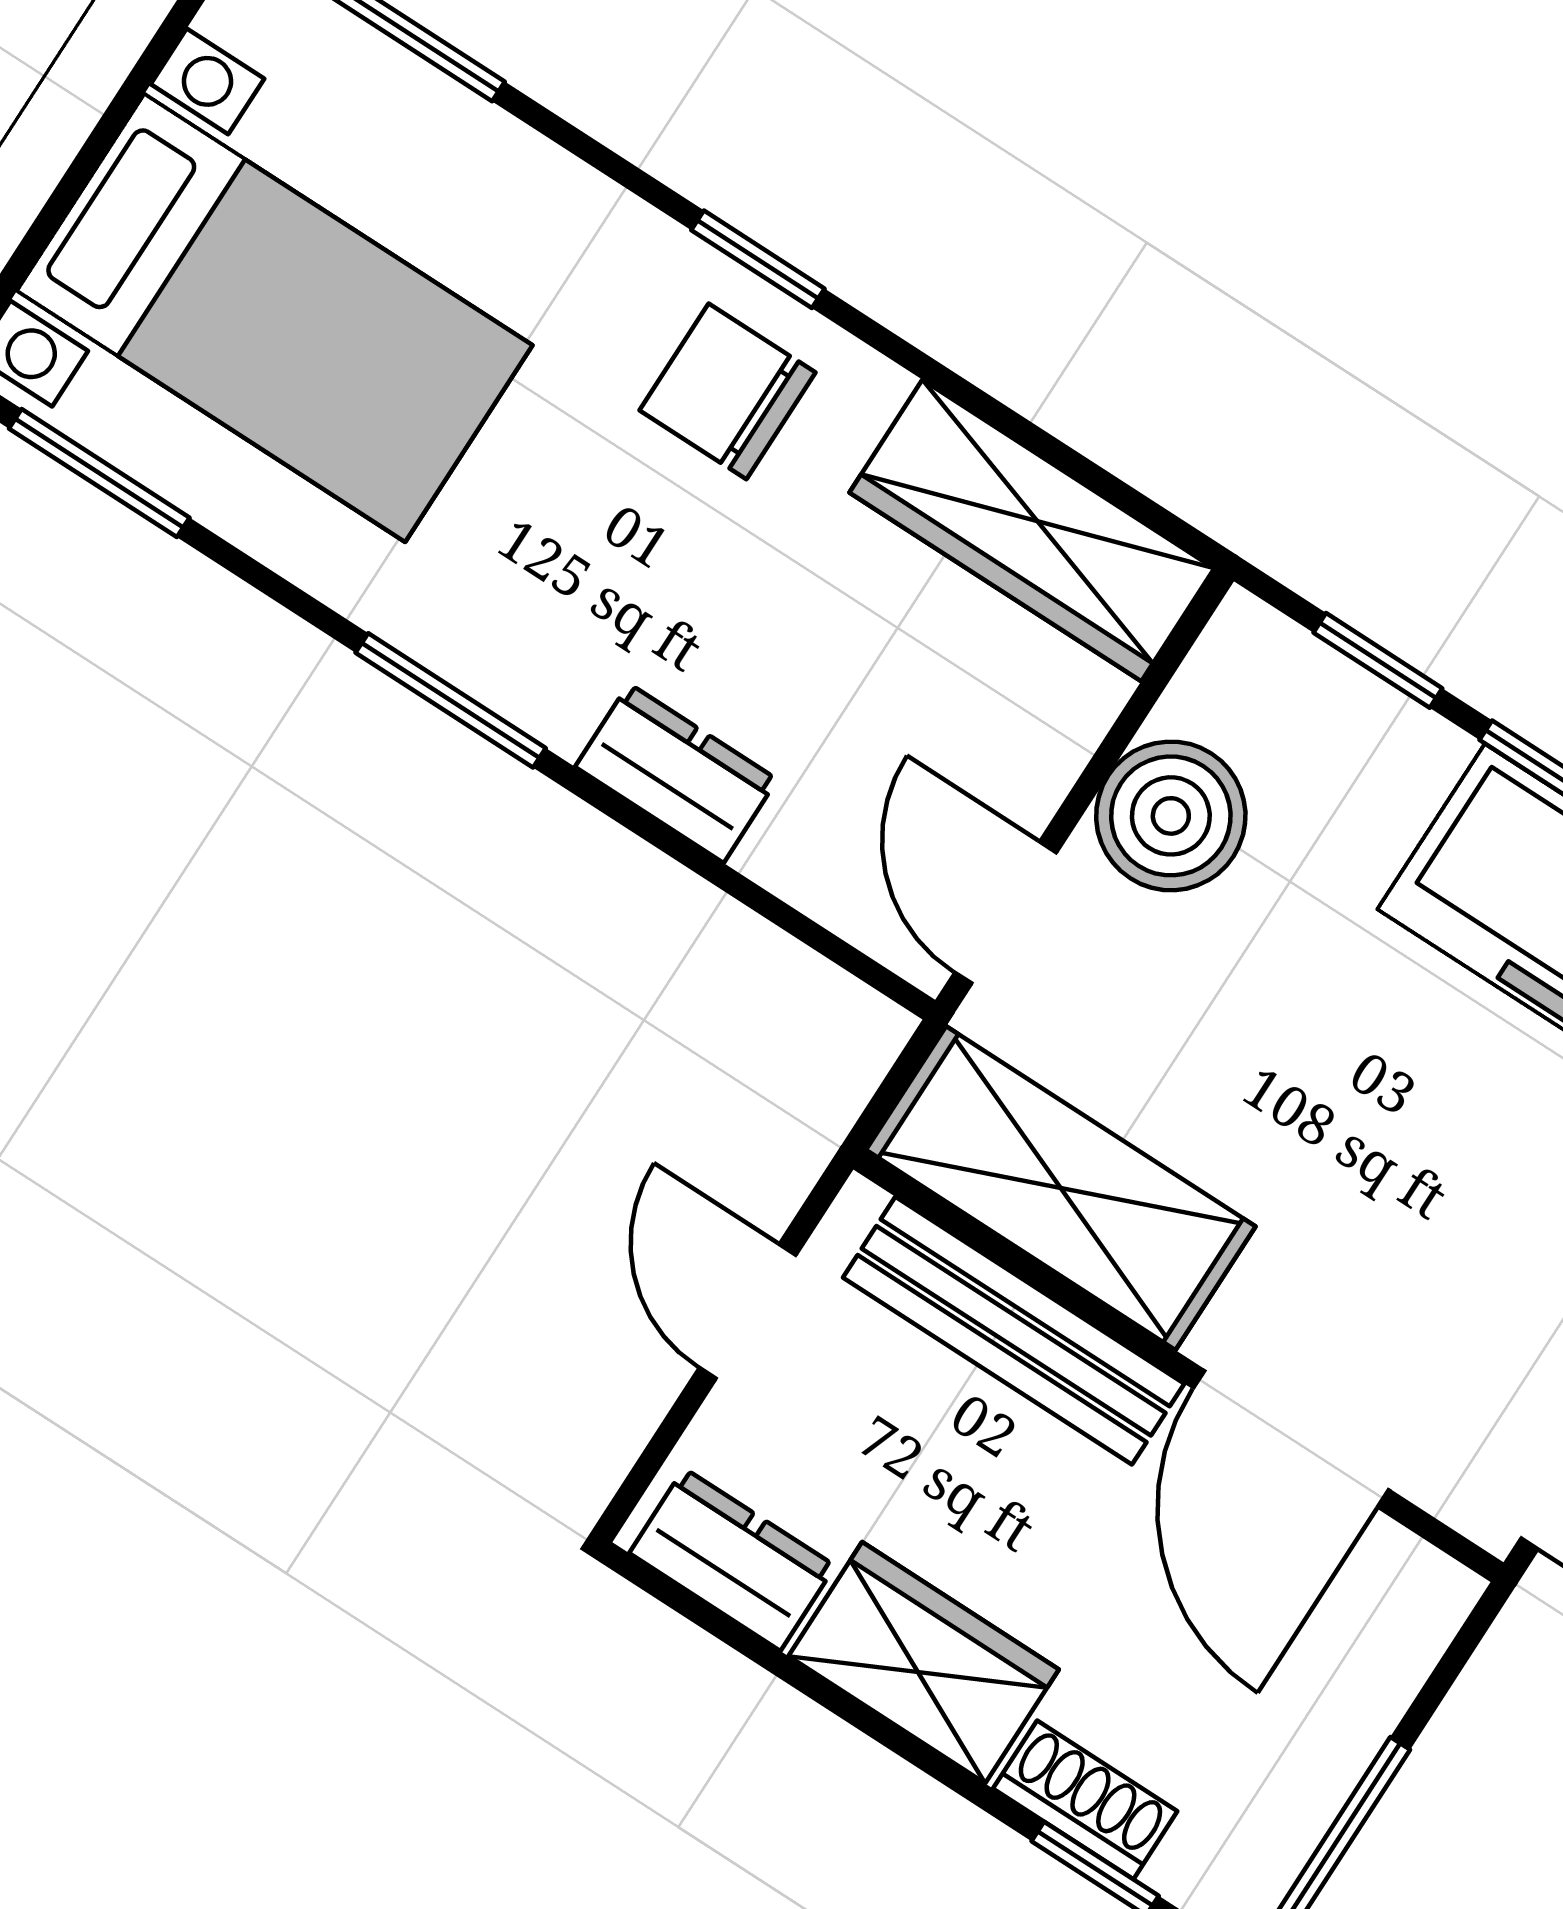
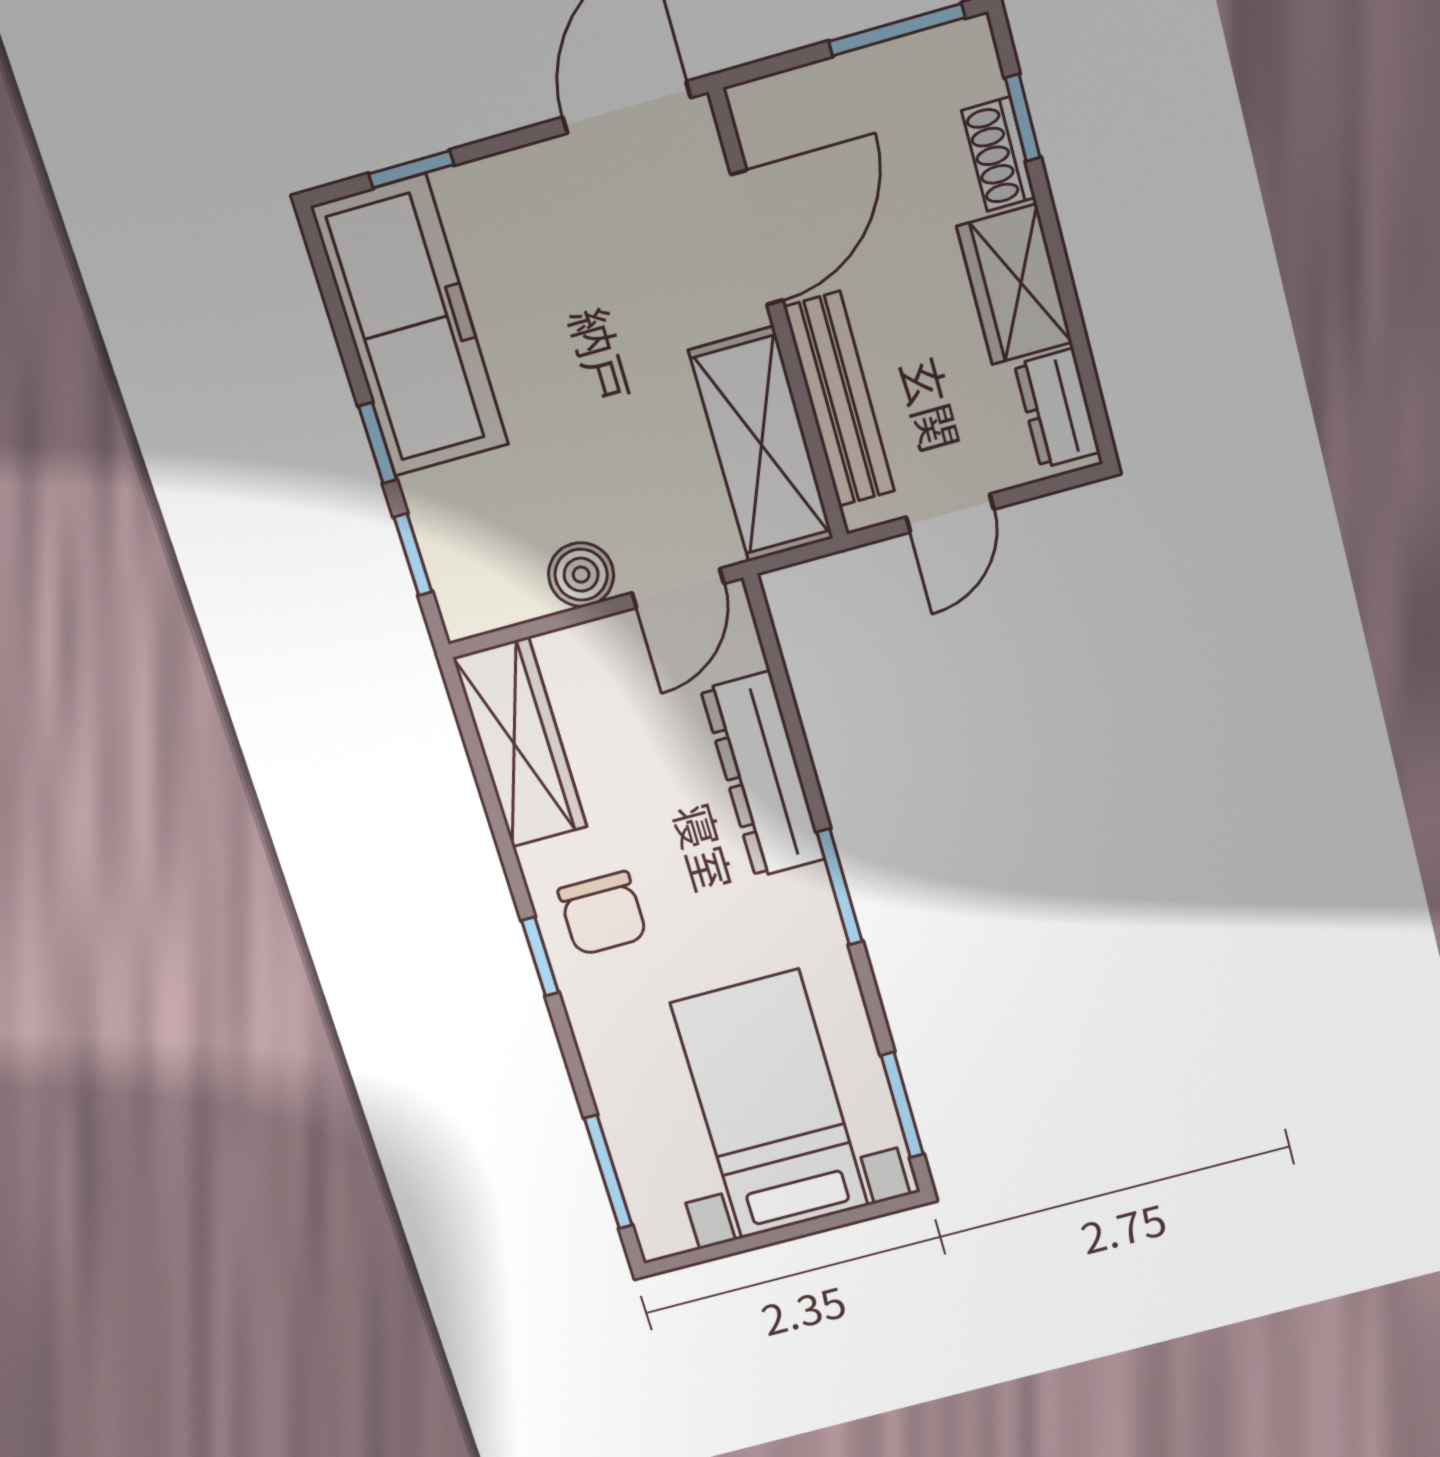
dresser: (676, 773) -> (763, 775), width x1.96, depth x1.24
boiler: (1171, 816) -> (581, 575), width x0.73, depth x0.73

